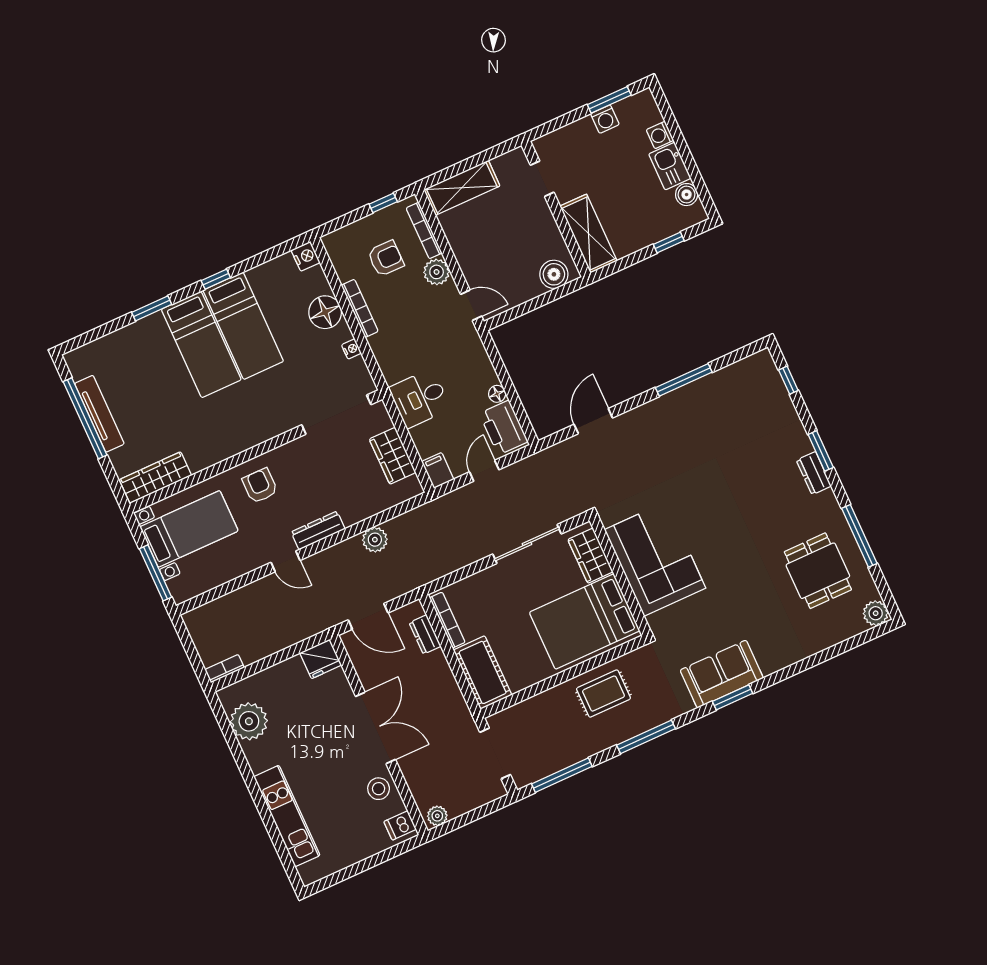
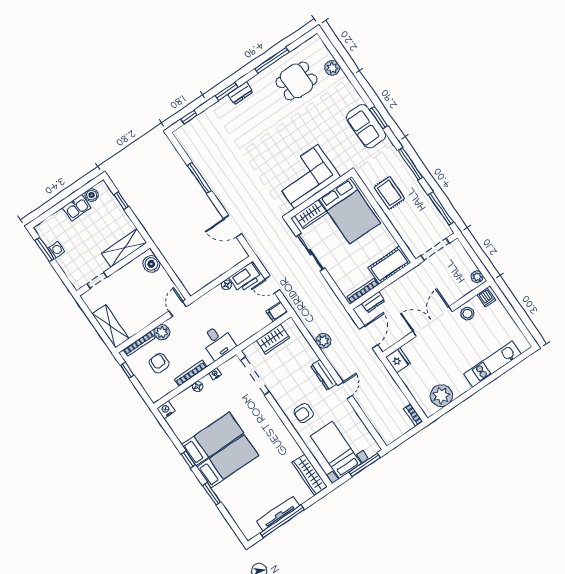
washing machine: (660, 135) -> (60, 217), removed
floor lamp: (325, 312) -> (198, 387), width x0.53, depth x0.53
desk: (420, 398) -> (218, 342), moved
plant: (876, 613) -> (332, 68), moved

